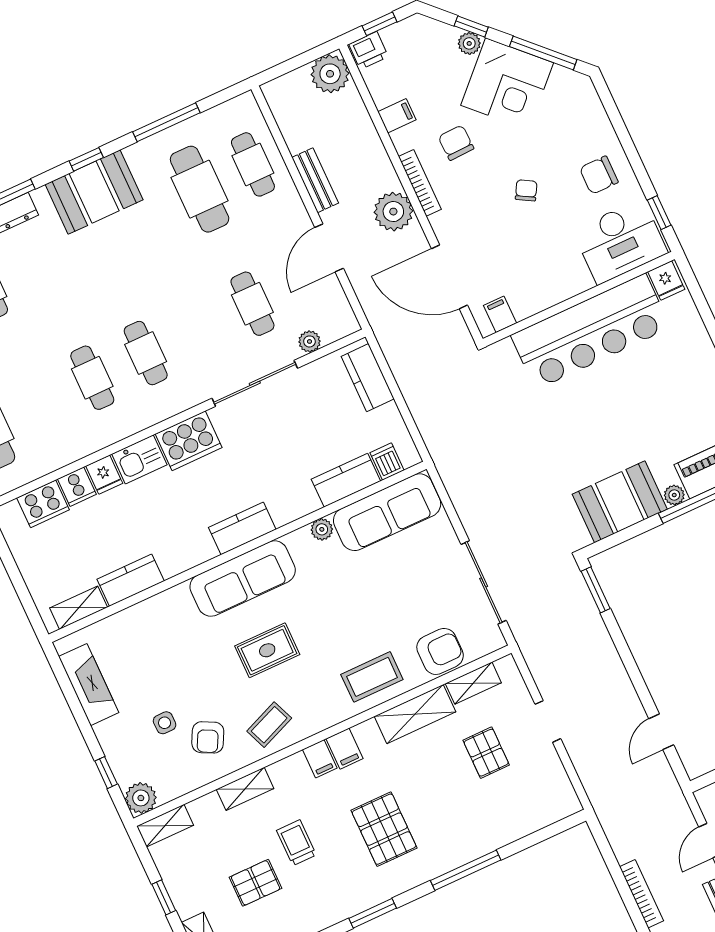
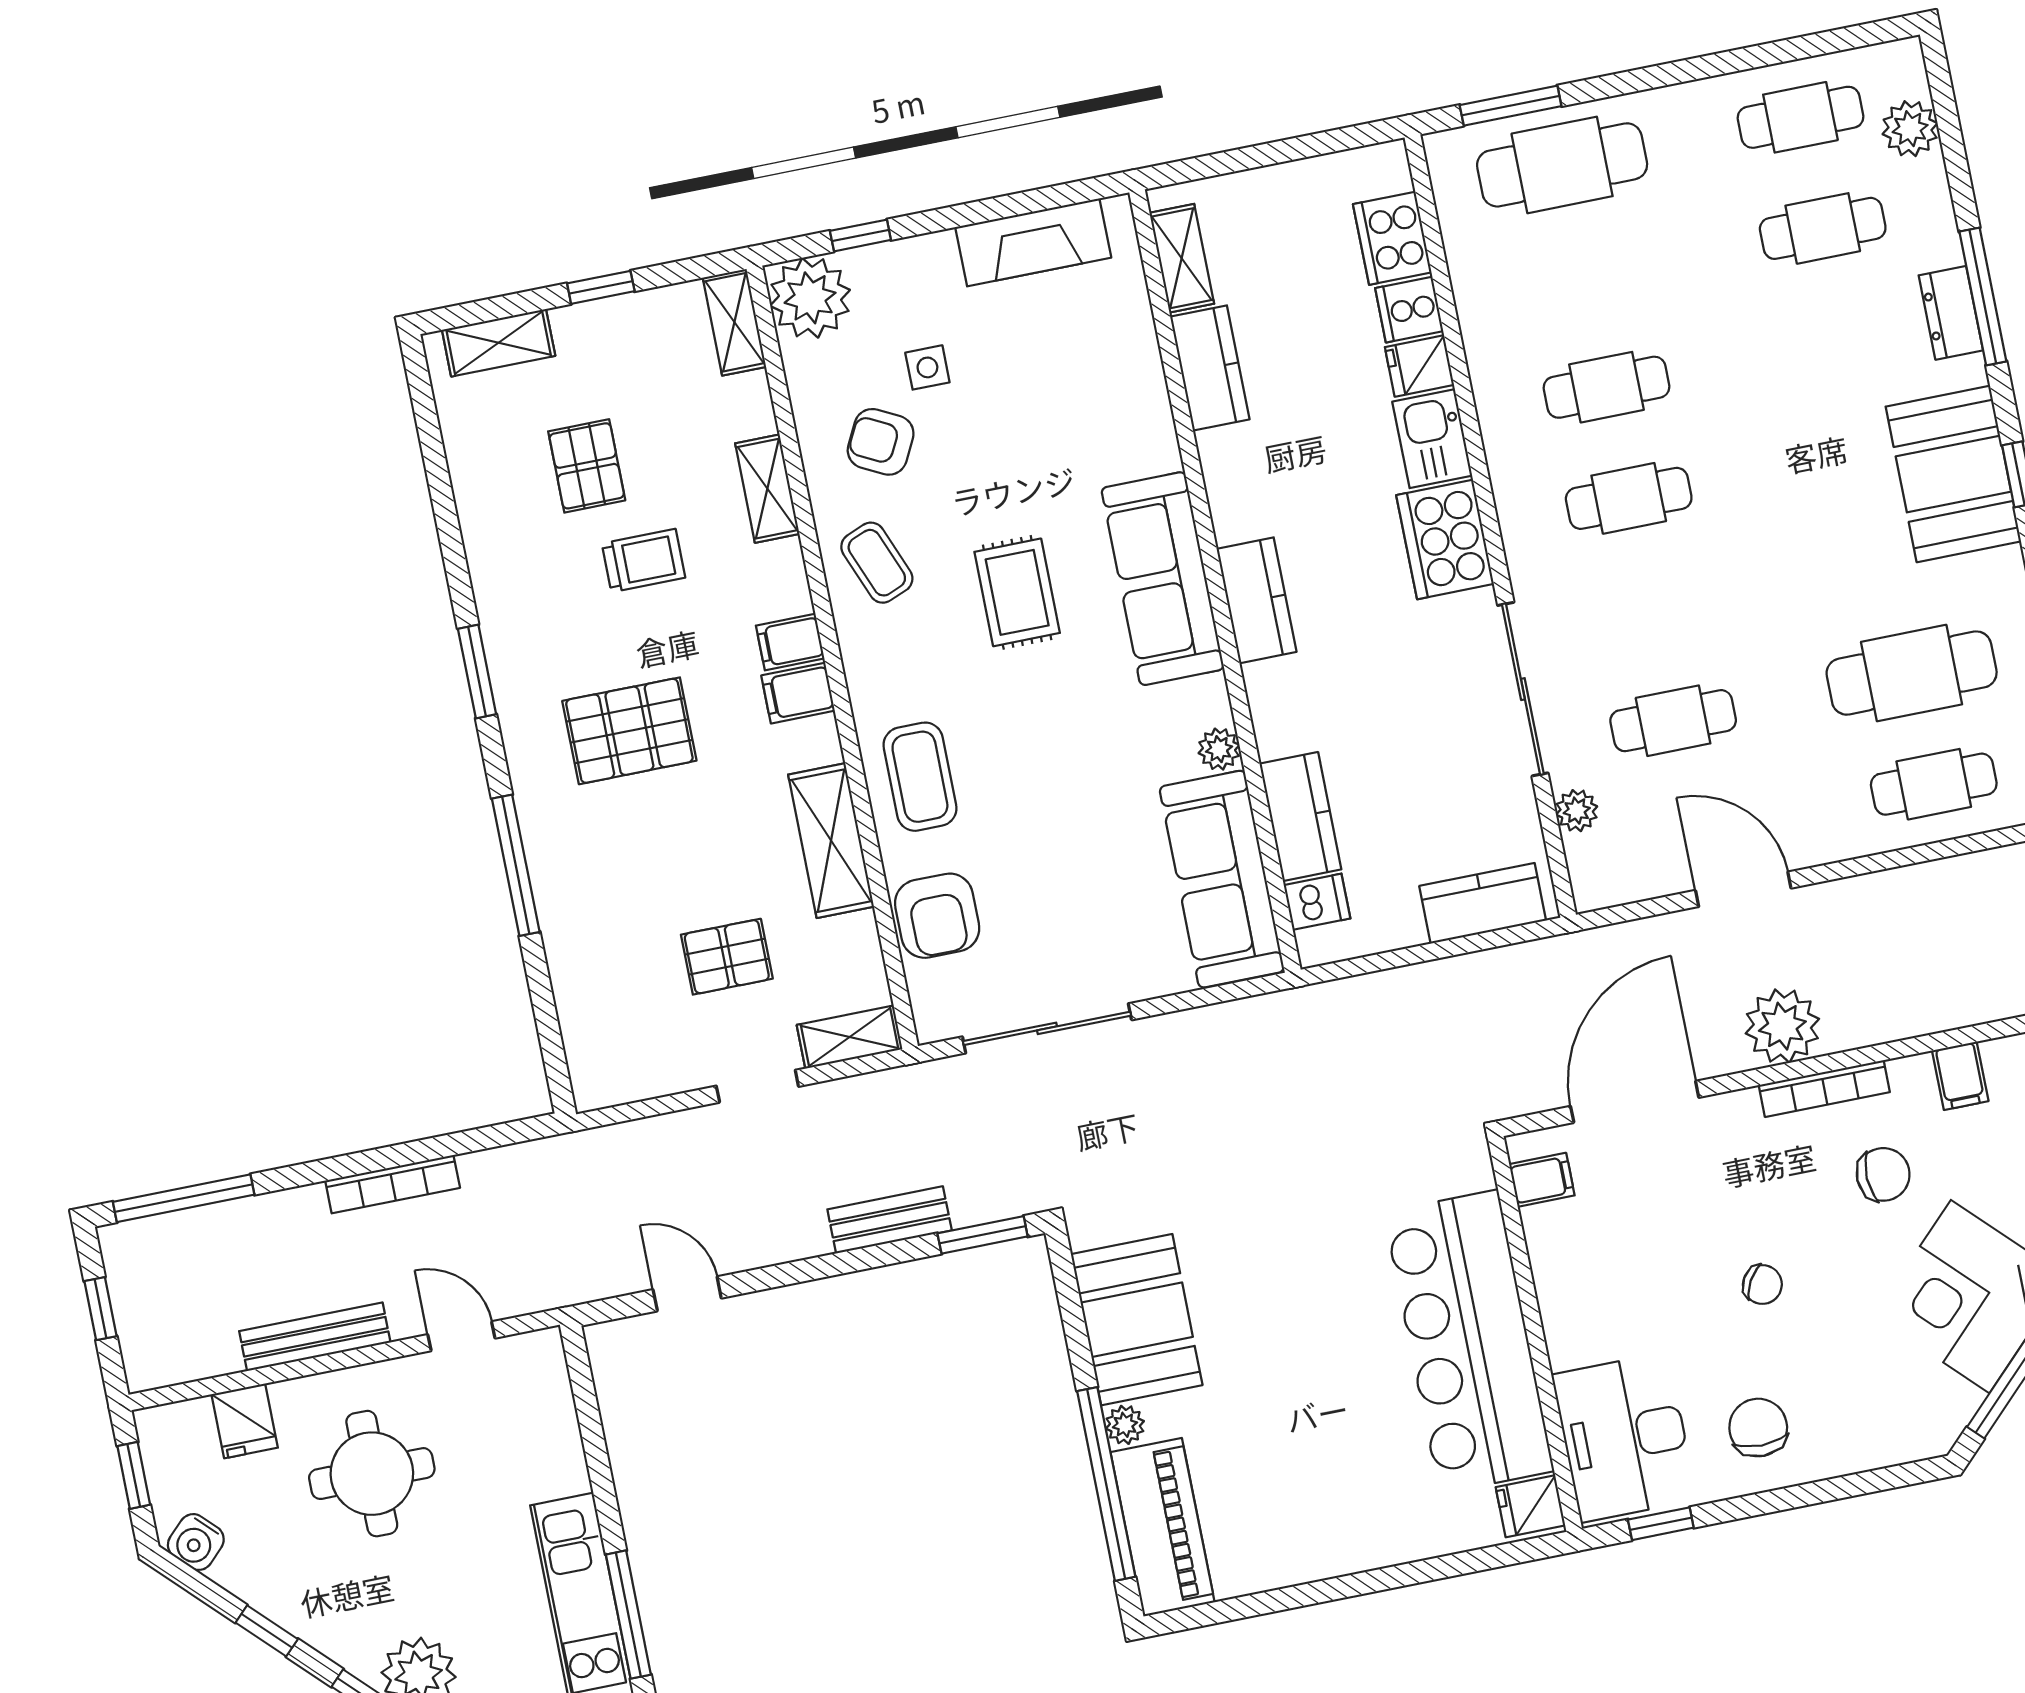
bench: (315, 180) -> (890, 1220), moved
shelving: (473, 683) -> (850, 1037), moved, turned 90
plant: (141, 798) -> (810, 298), width x1.36, depth x1.36

